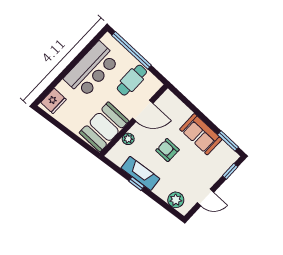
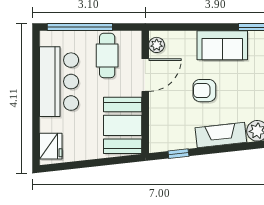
plant: (128, 139) -> (157, 45), moved
fireplace: (140, 173) -> (221, 135), moved
window: (136, 184) -> (178, 154), moved

